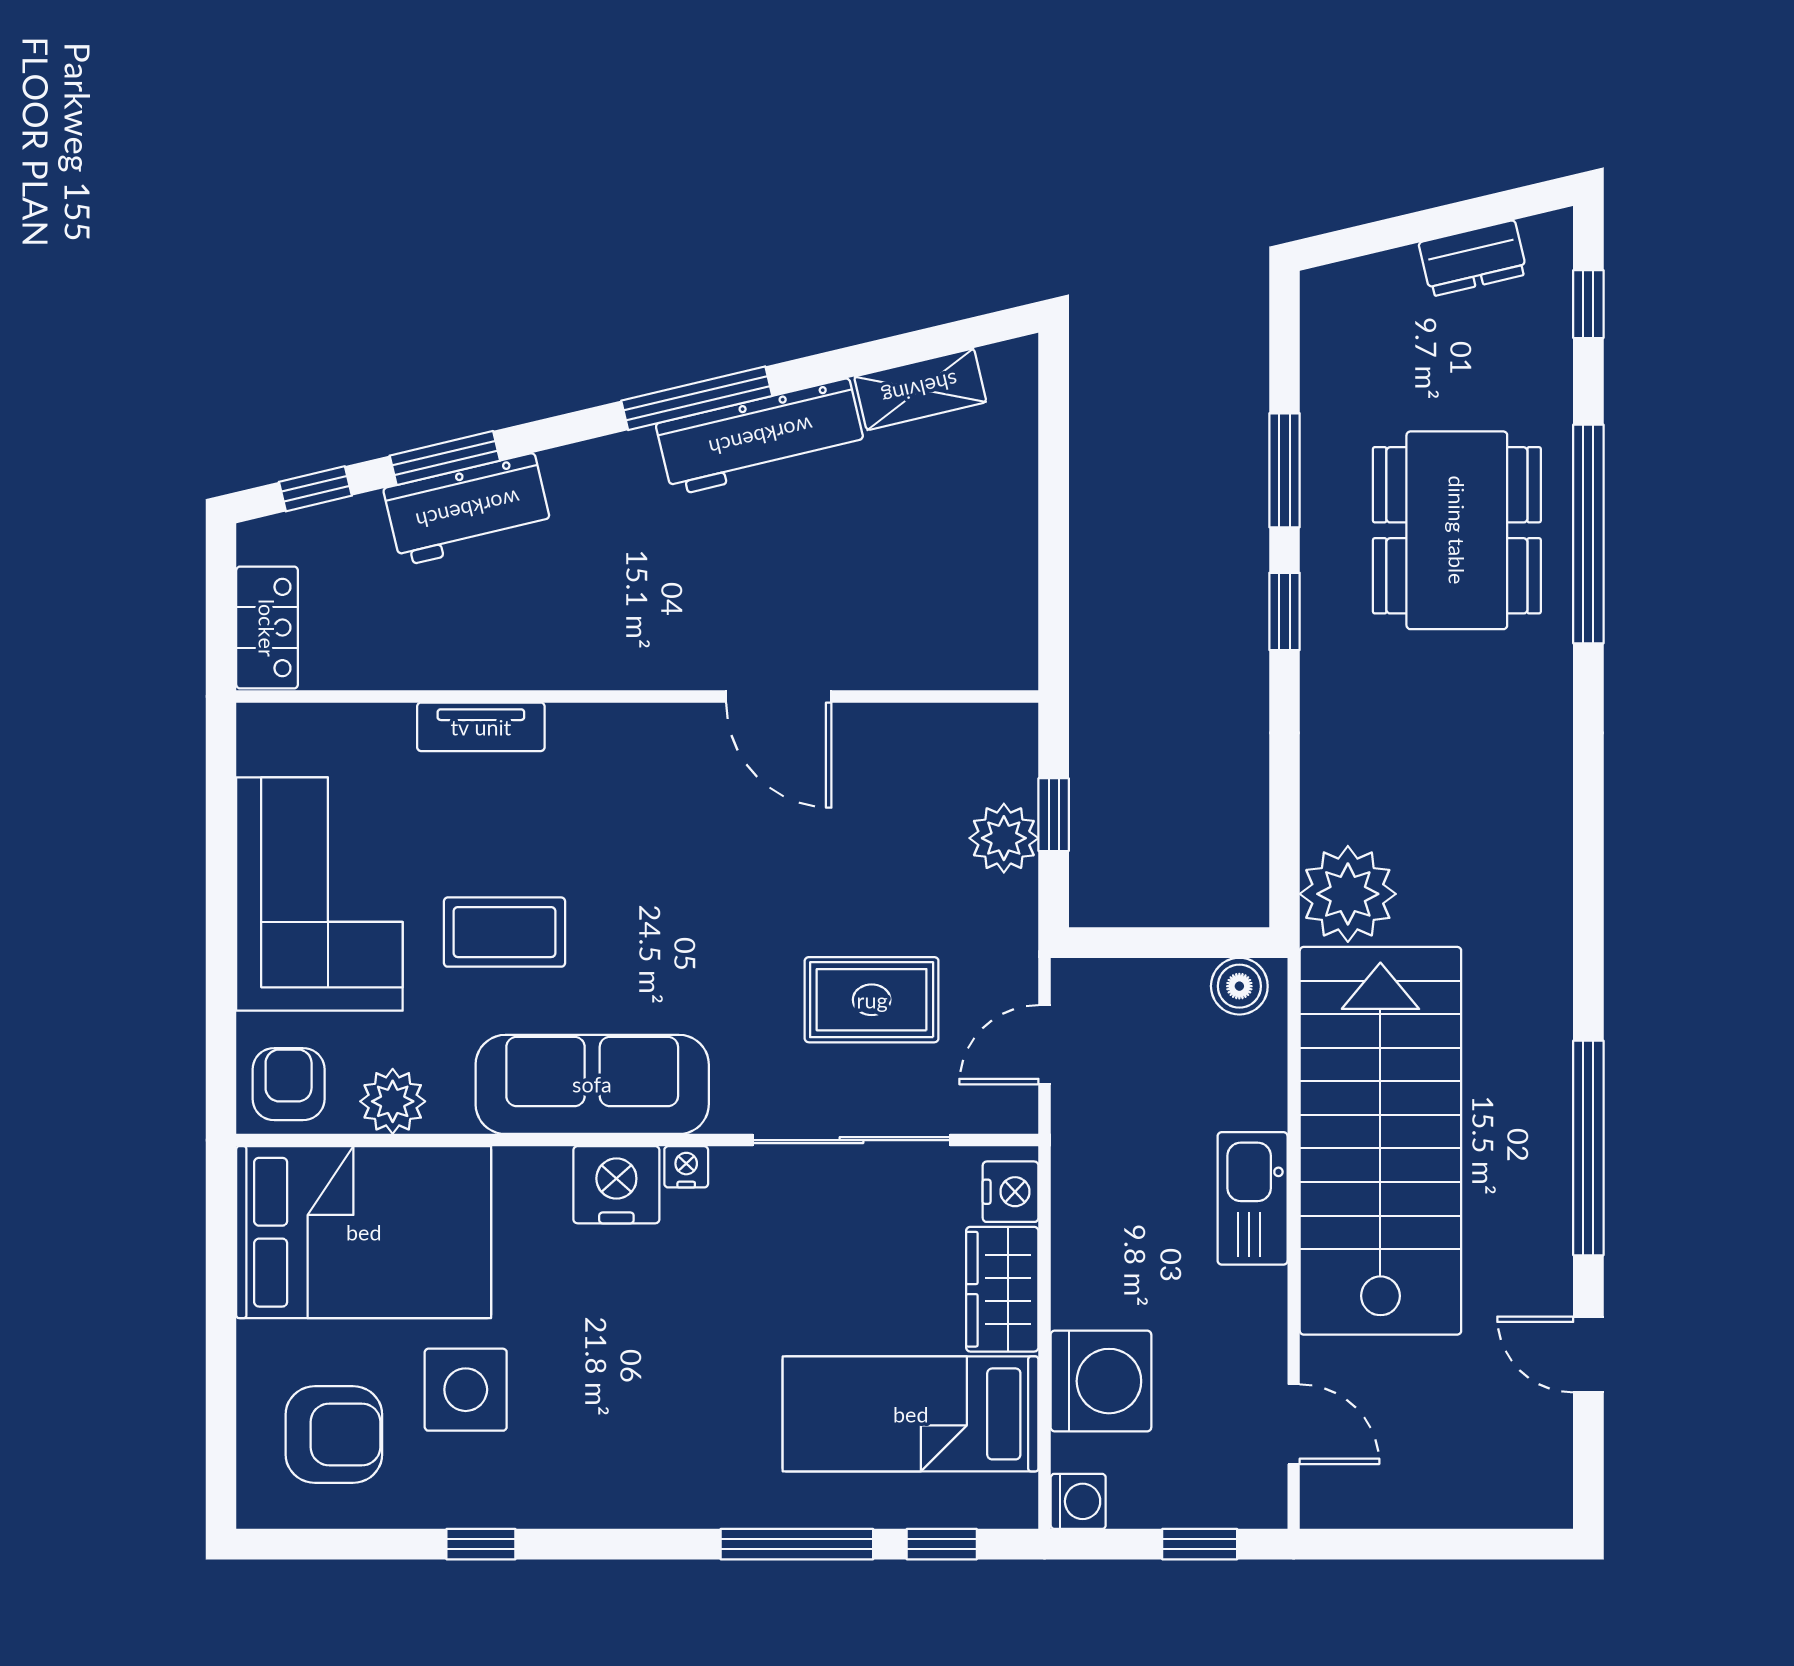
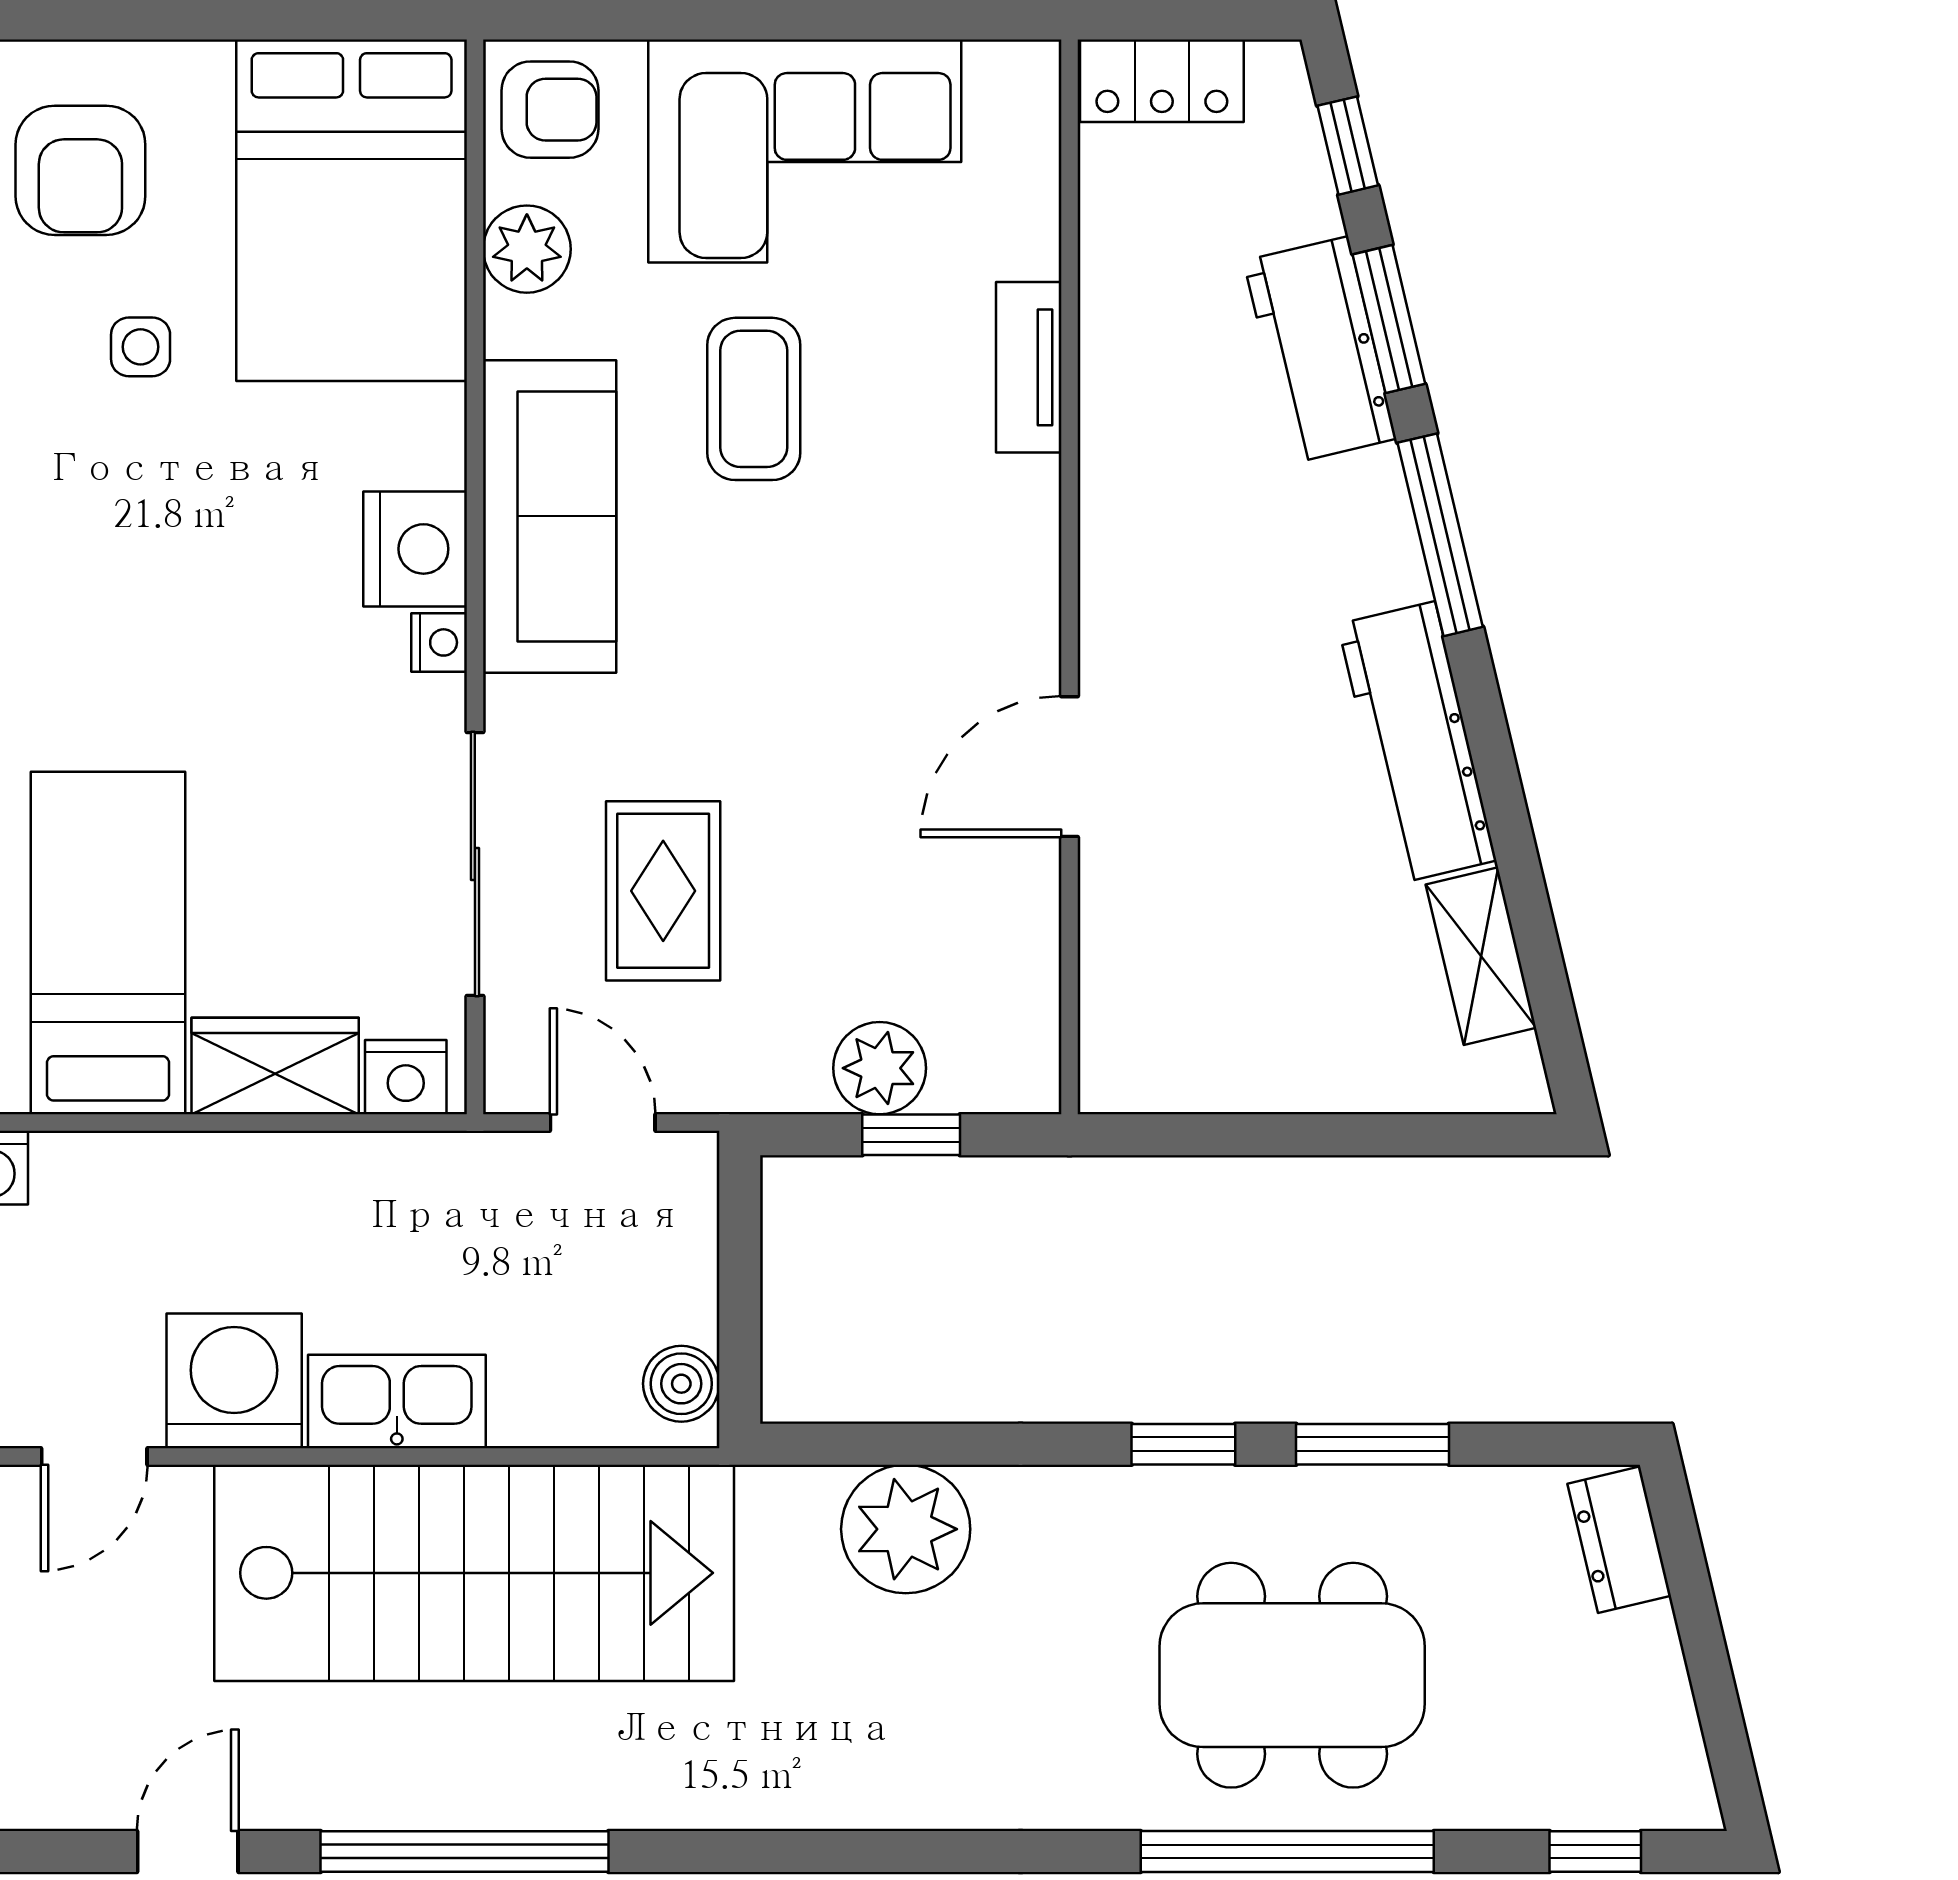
dresser: (1473, 258) -> (1619, 1540), moved
window: (697, 398) -> (1440, 535), moved
plant: (1348, 894) -> (906, 1529), moved
washing machine: (1101, 1381) -> (234, 1381), moved, turned 180
side table: (466, 1390) -> (141, 347), width x0.54, depth x0.54

